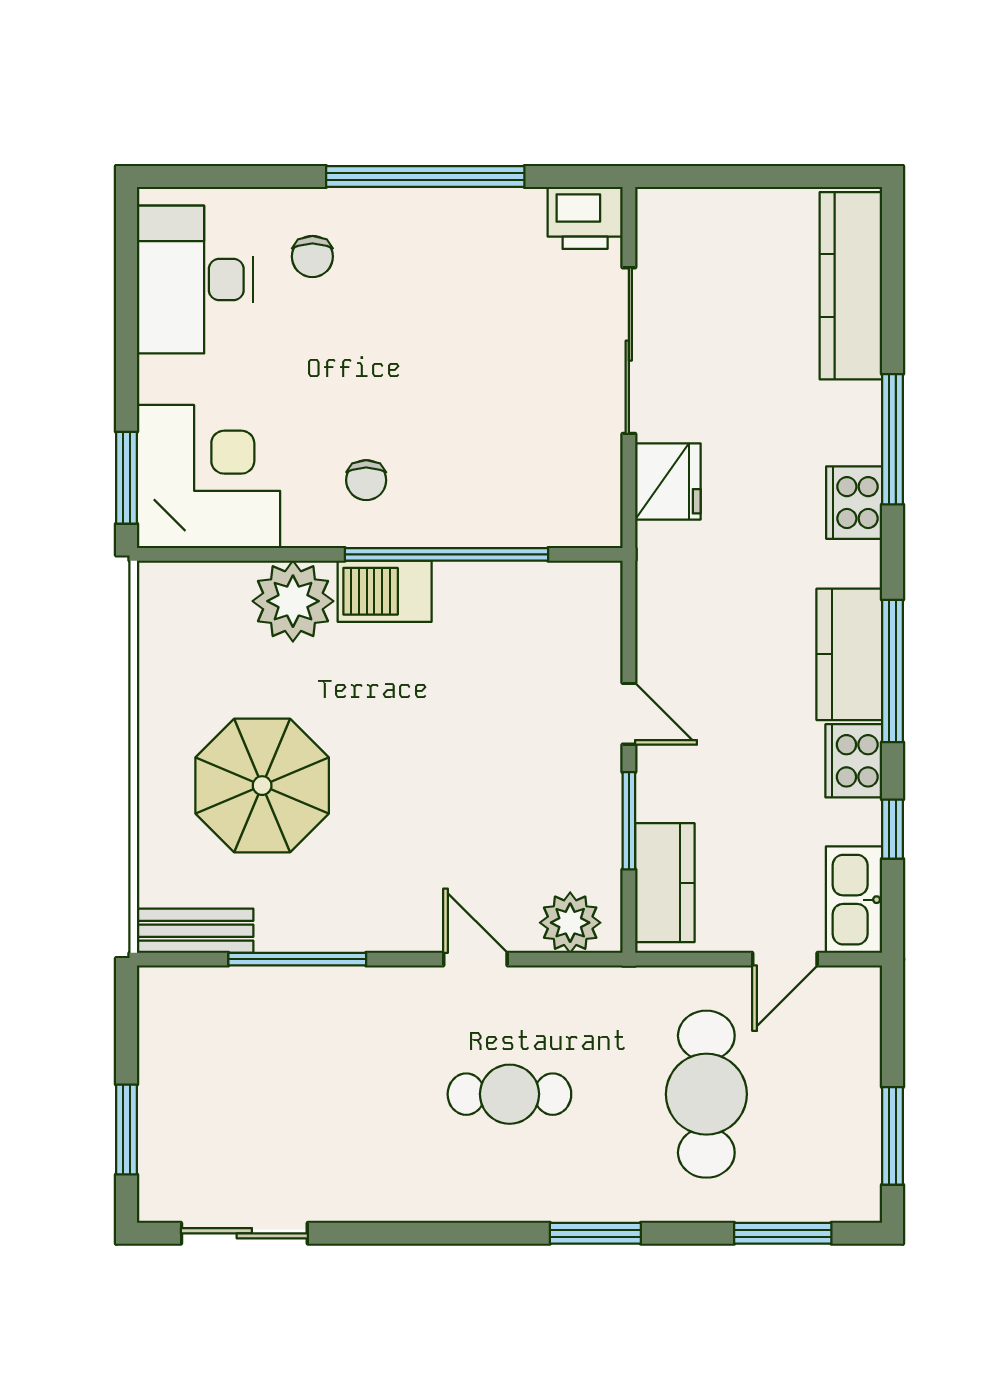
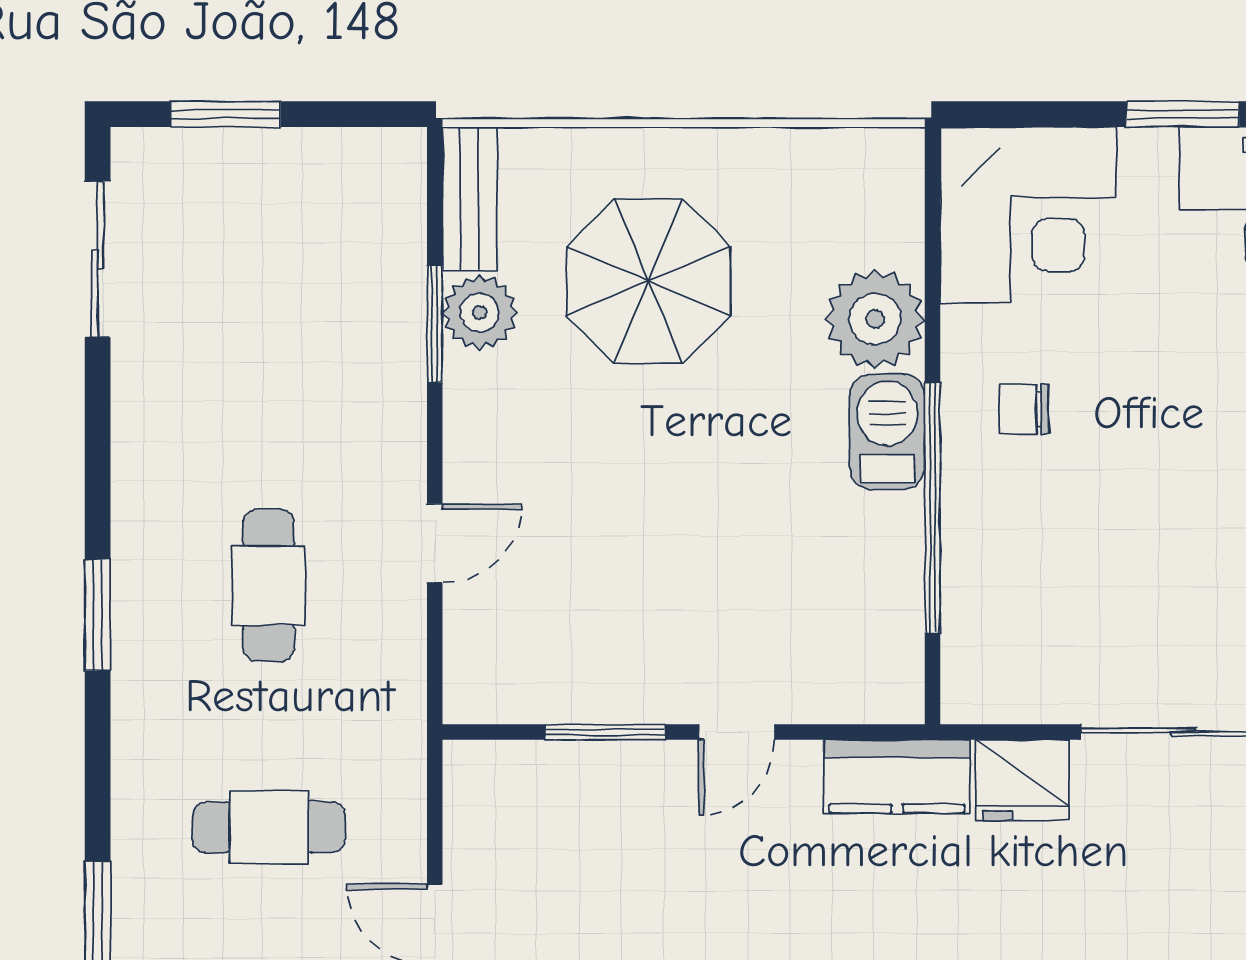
window: (126, 478) -> (1183, 114), moved
kitchen counter: (665, 883) -> (897, 776), moved
plant: (570, 923) -> (480, 313), moved
window: (297, 959) -> (435, 324), width x0.69
cafe table: (706, 1094) -> (269, 827), width x0.73, depth x0.74
window: (595, 1233) -> (98, 615), moved

